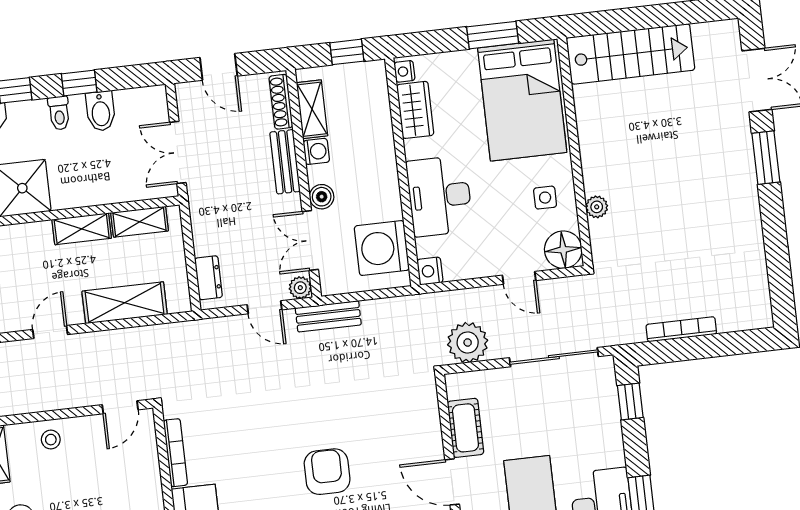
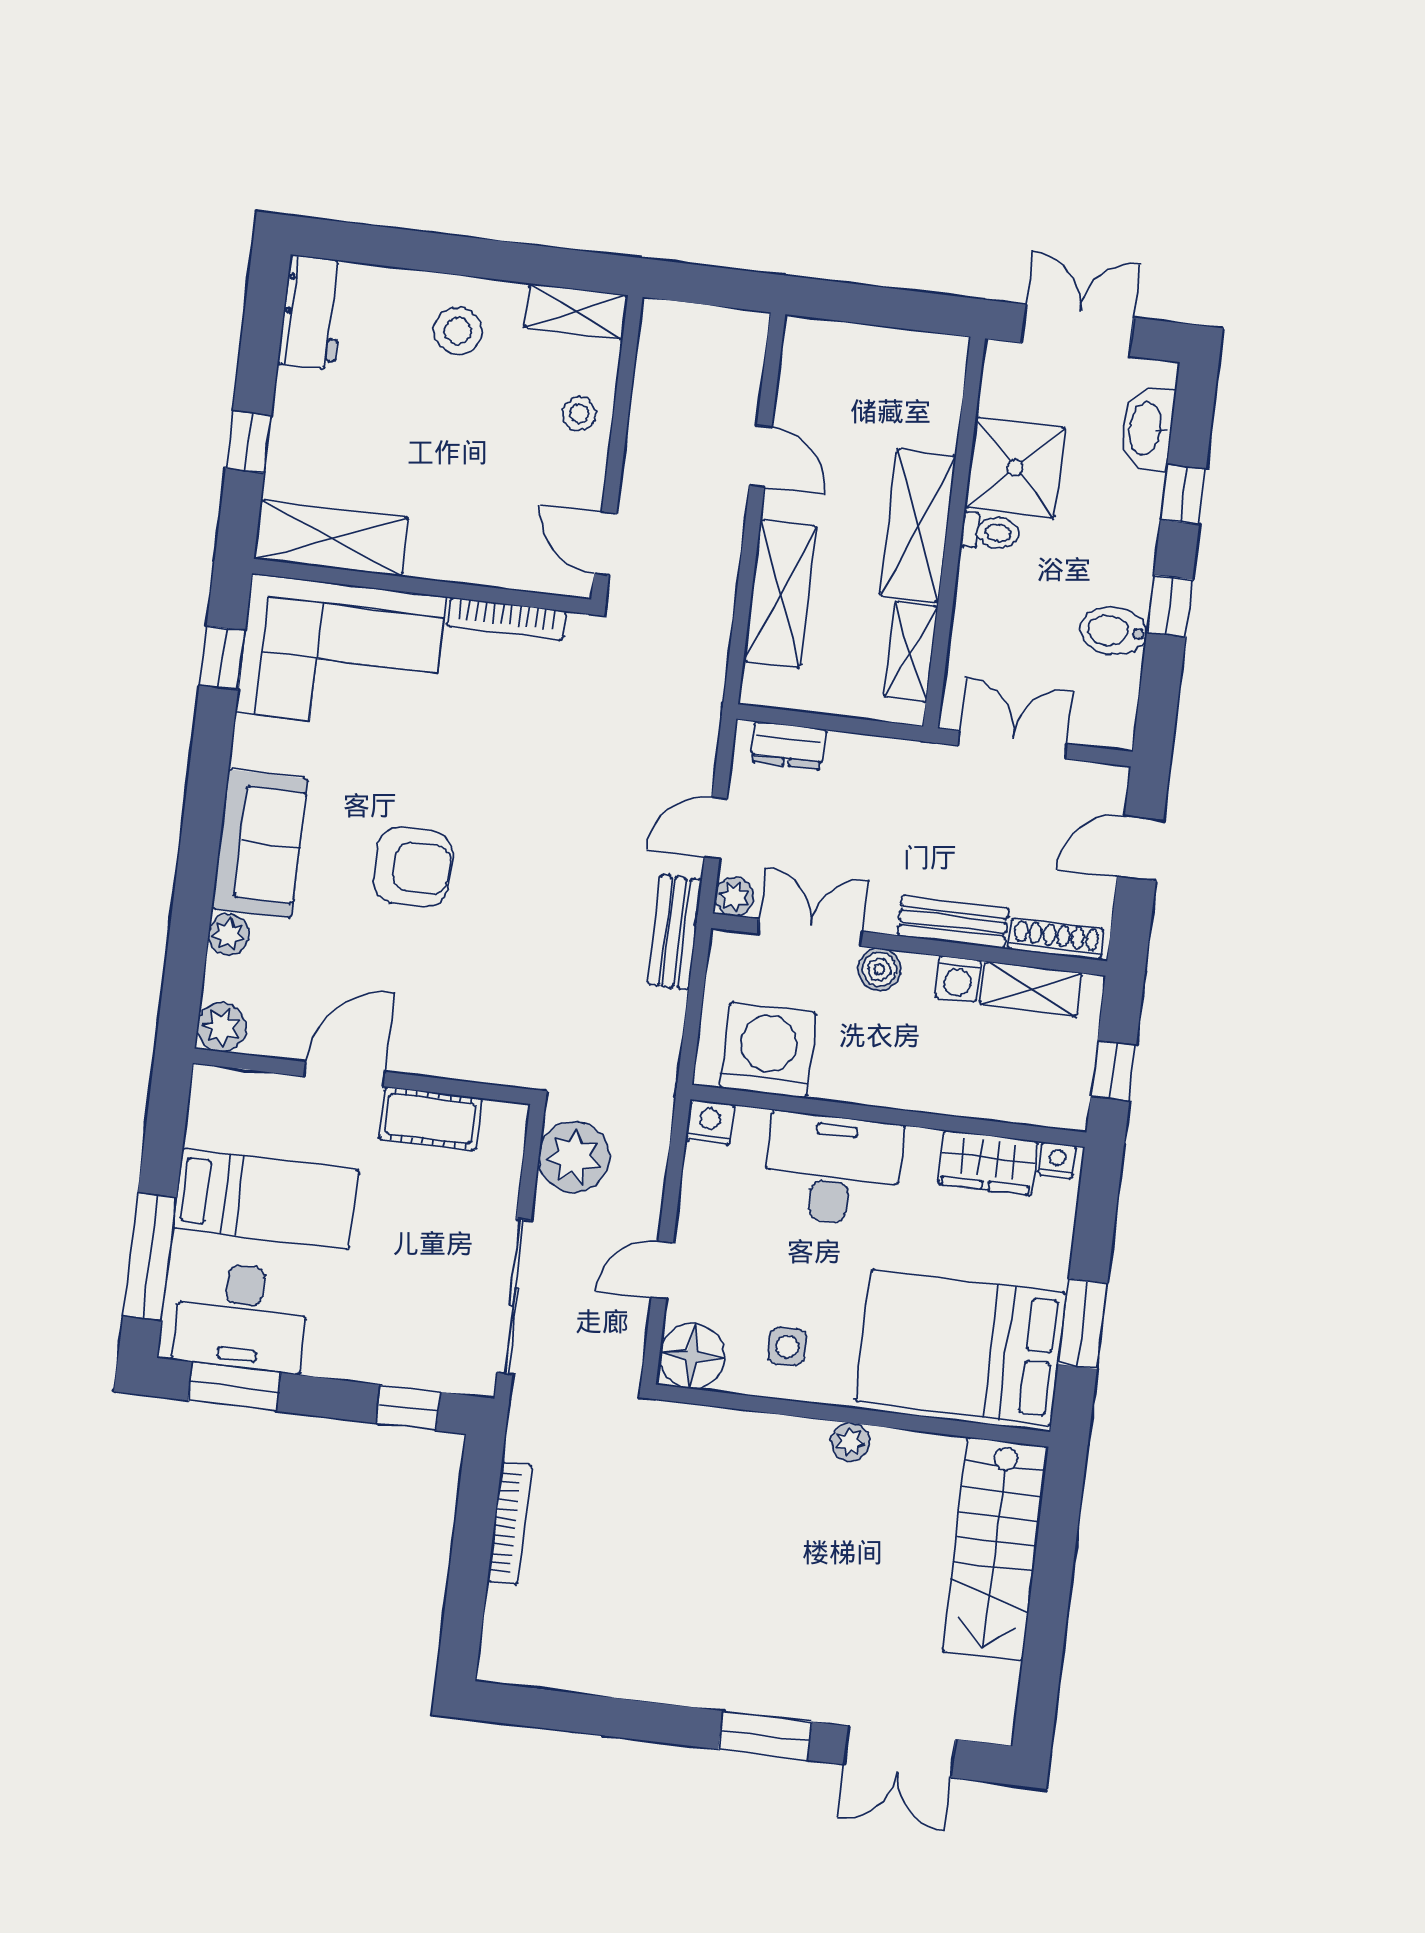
toilet: (59, 113) -> (990, 532), moved, turned 180
plant: (597, 207) -> (850, 1442), moved
shelving: (82, 229) -> (918, 526), width x1.50, depth x1.33

